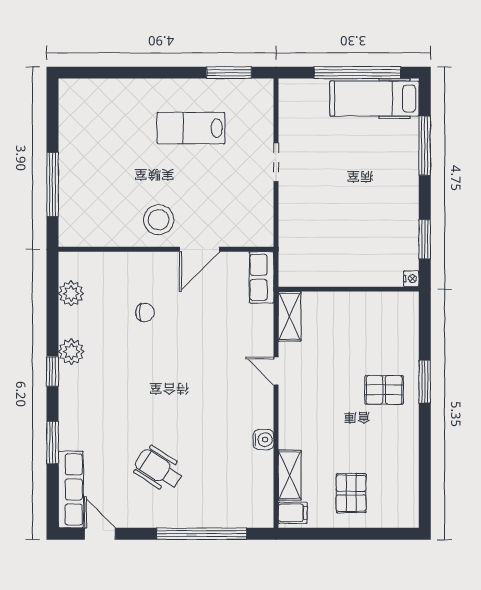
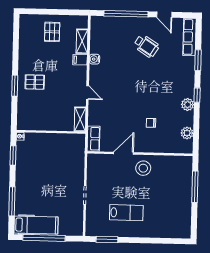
filing cabinet: (293, 513) -> (80, 60), moved
door: (100, 534) -> (164, 15), moved

